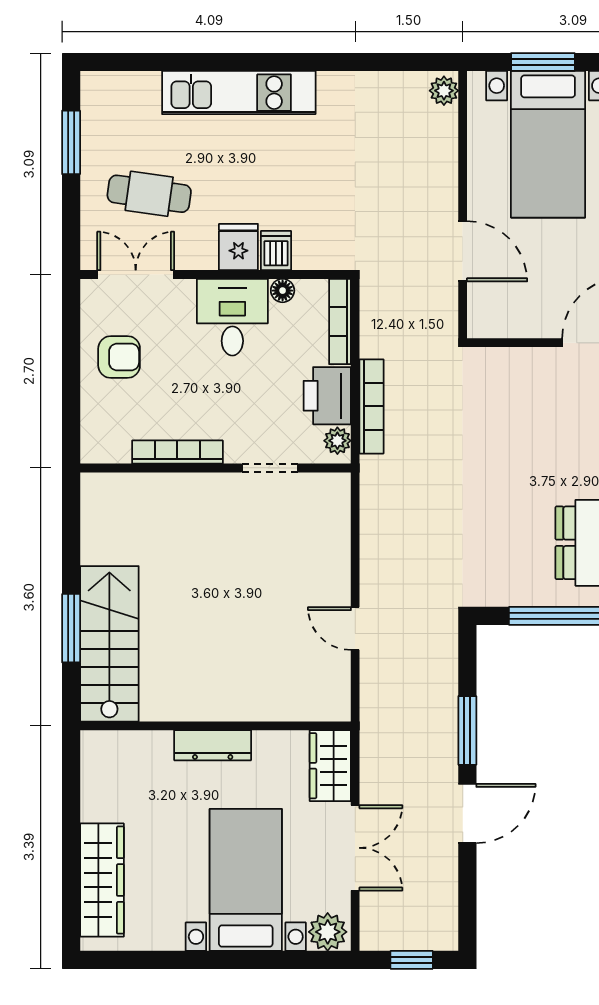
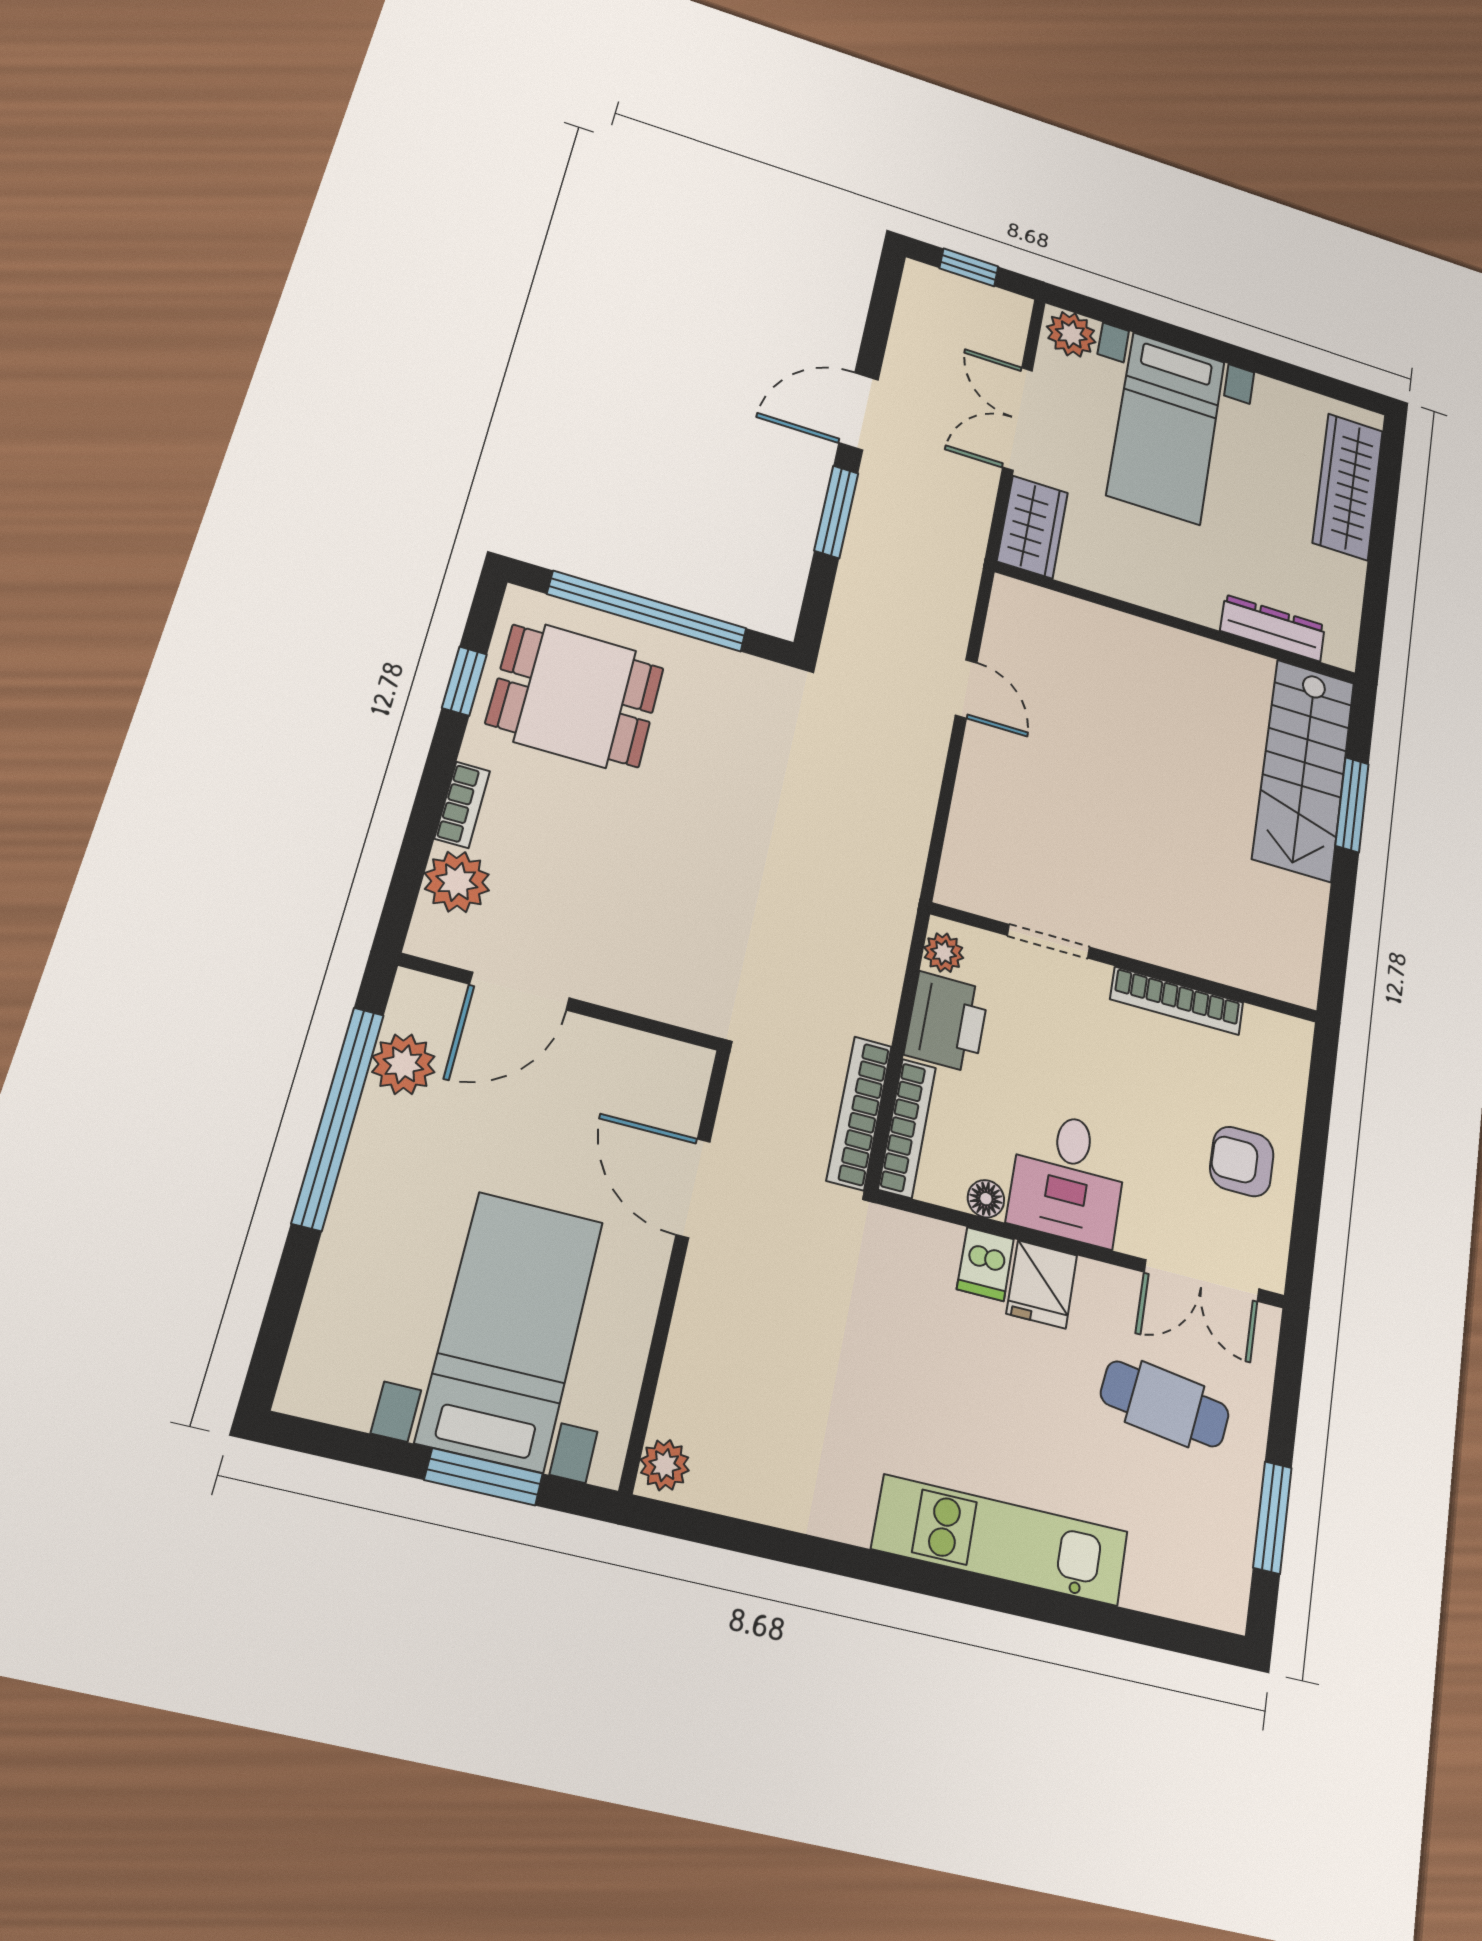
bookcase: (372, 406) -> (859, 1113), moved
dresser: (213, 745) -> (1273, 628), moved

